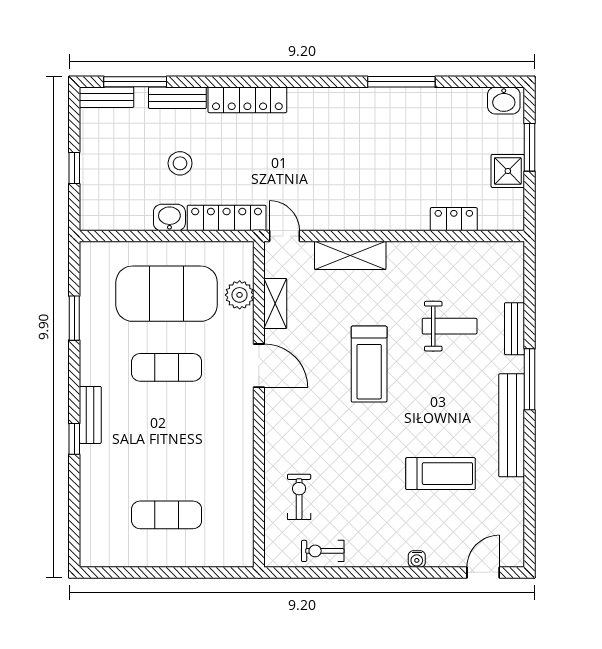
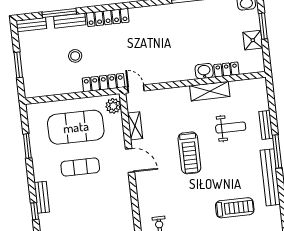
window: (135, 82) -> (59, 13), moved
window: (74, 168) -> (18, 65), width x1.50
washbasin: (169, 218) -> (204, 71), moved
shelving: (350, 255) -> (210, 91), moved
plant: (240, 295) -> (113, 106), moved

